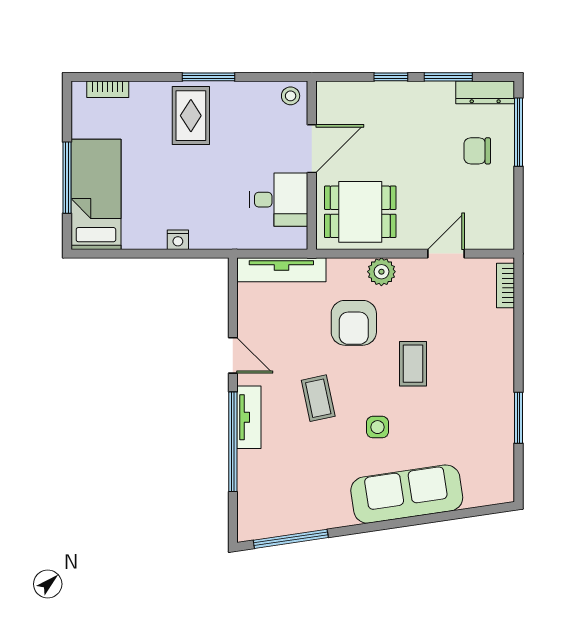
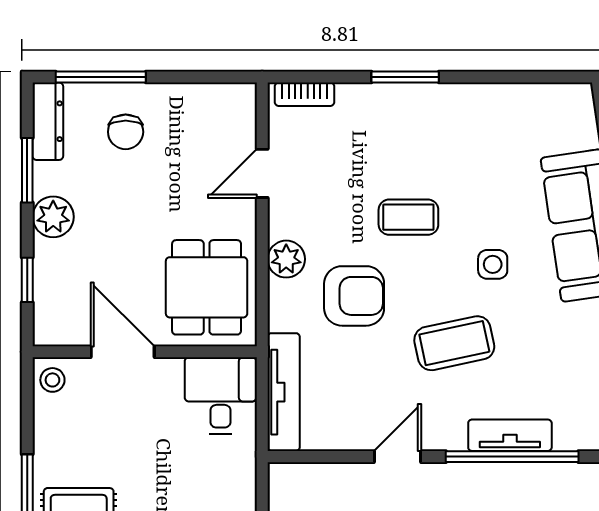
window: (391, 77) -> (27, 280), moved
plant: (413, 96) -> (53, 217), added
desk: (279, 200) -> (220, 396), moved
door: (446, 254) -> (262, 173), hinge flipped
coffee table: (318, 398) -> (454, 343), width x1.36, depth x1.30
tv unit: (249, 417) -> (510, 435), moved
window: (518, 418) -> (405, 77), moved

